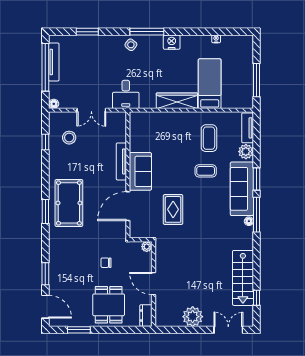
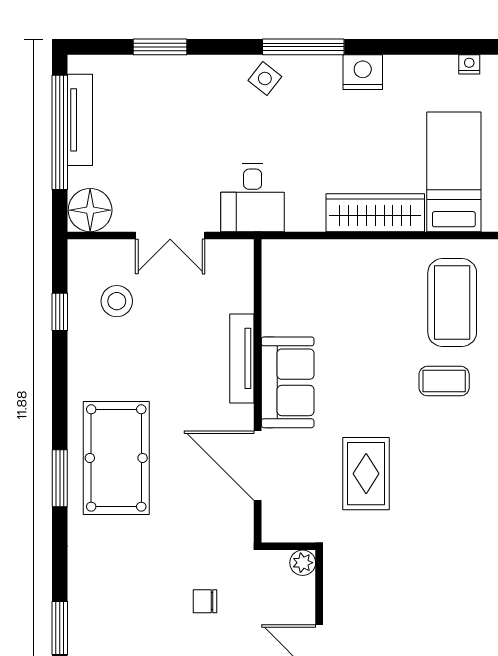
floor lamp: (54, 104) -> (90, 210), width x1.89, depth x1.89
coffee table: (209, 138) -> (452, 303), width x1.36, depth x1.32
door: (128, 206) -> (258, 466), hinge flipped

